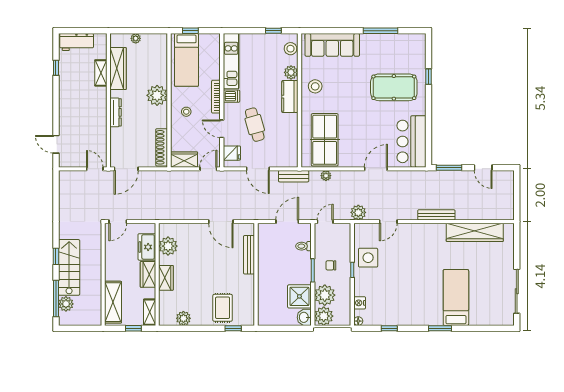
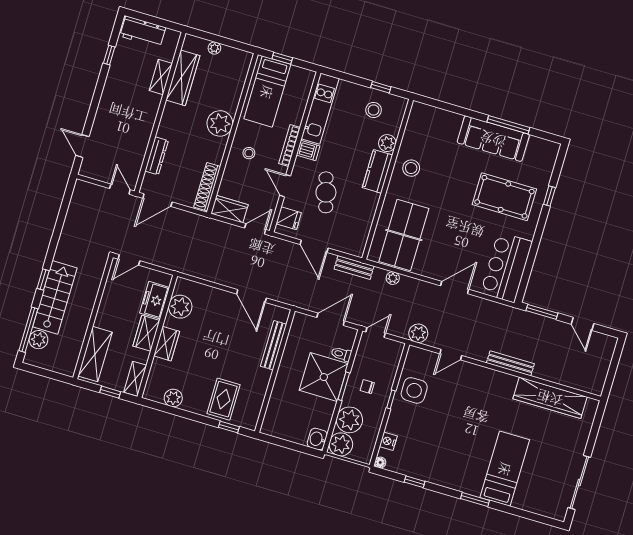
sofa: (332, 45) -> (493, 139), moved
stool: (291, 49) -> (374, 110), moved
dresser: (116, 112) -> (157, 156), moved
shower: (299, 296) -> (324, 377), moved, width x1.37, depth x1.37

